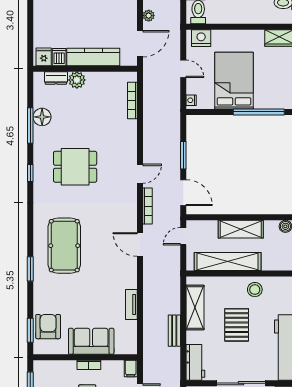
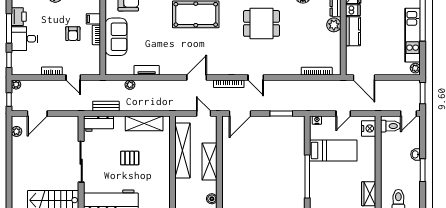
plant: (149, 16) -> (130, 85), moved
kitchen counter: (93, 57) -> (353, 31), width x0.67
bed: (234, 81) -> (333, 151), width x0.67
window: (183, 155) -> (281, 114), moved
dining table: (75, 167) -> (261, 23), turned 90
stool: (255, 290) -> (159, 173), removed
pallet: (237, 325) -> (130, 158), width x0.67, depth x0.71
bench: (174, 331) -> (106, 106), moved
filing cabinet: (131, 369) -> (93, 19), moved

